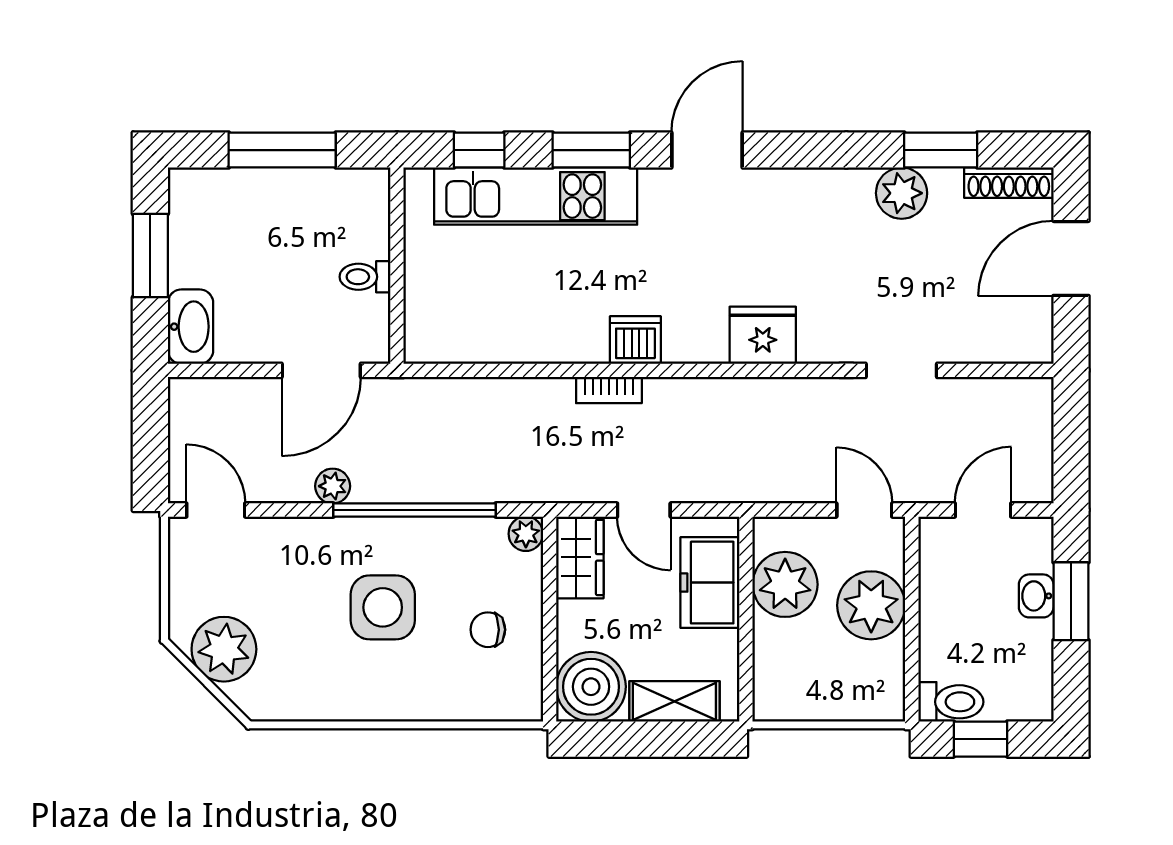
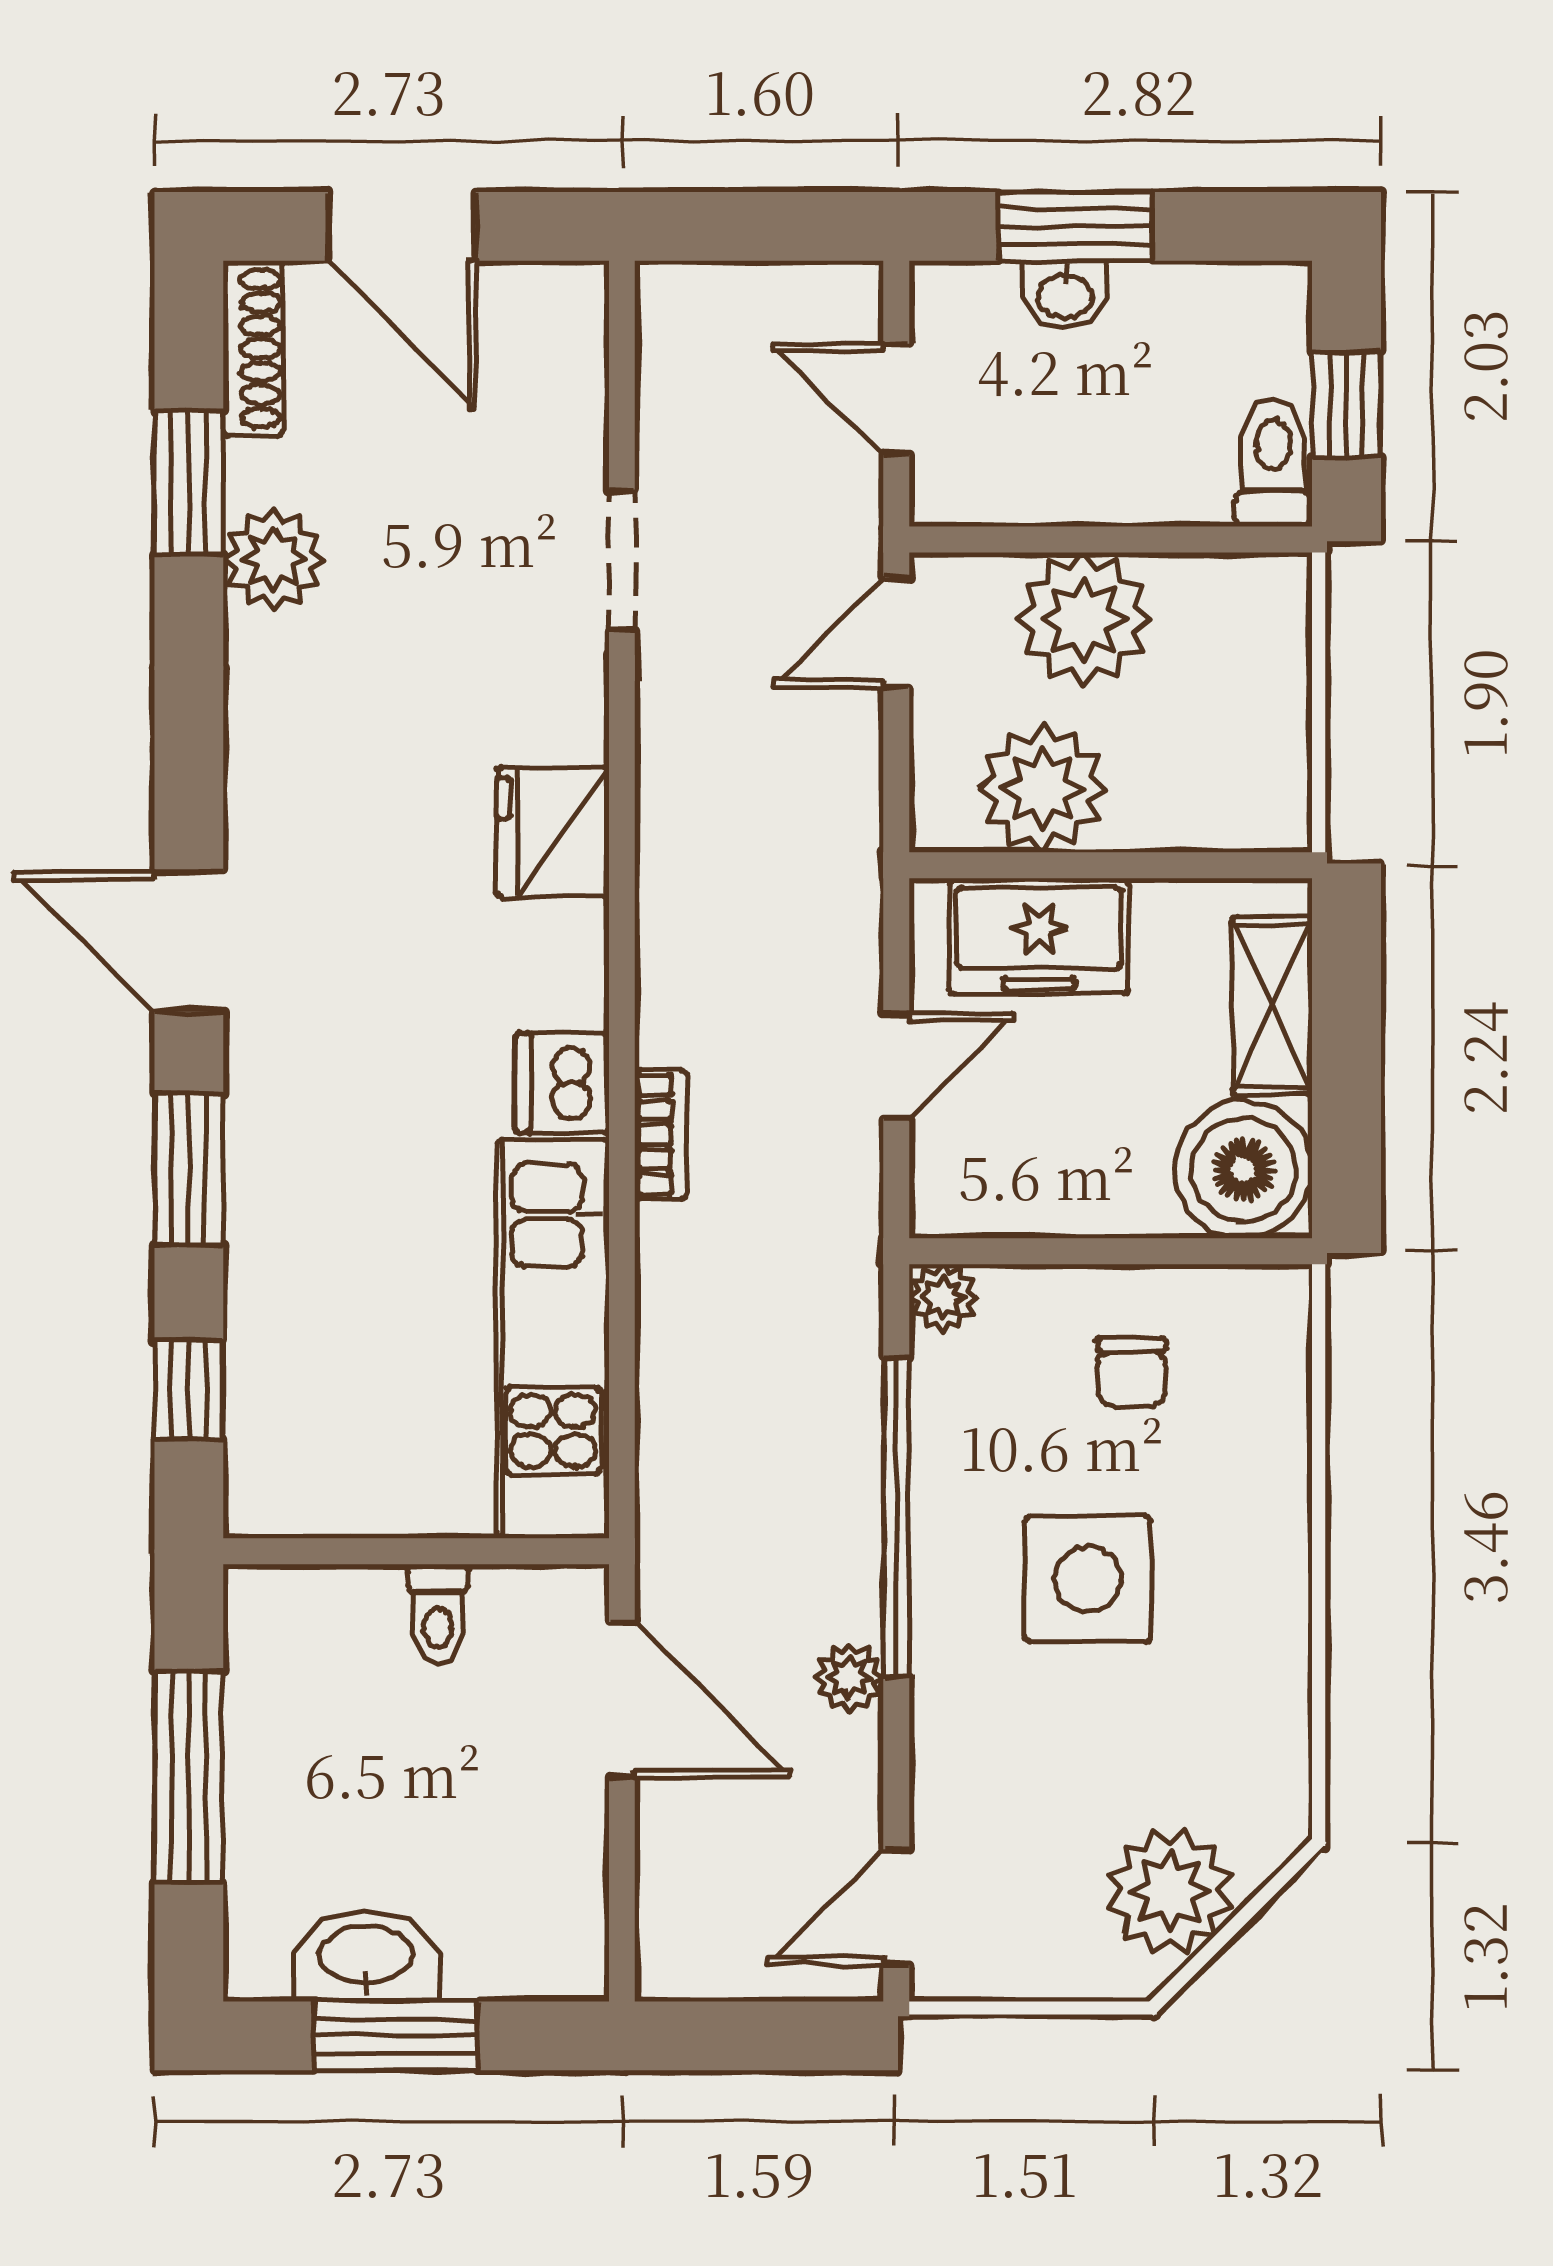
kitchen unit: (536, 196) -> (553, 1339), moved, turned 180
washbasin: (190, 327) -> (365, 1957), moved
wardrobe: (580, 557) -> (990, 1192), removed

